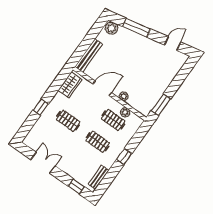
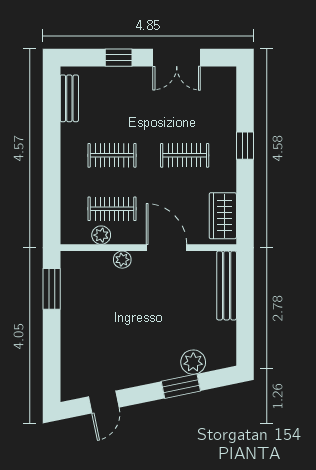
plant: (111, 28) -> (193, 362), moved
window: (136, 28) -> (181, 386), width x0.69
door: (102, 88) -> (166, 248), swing flipped
window: (124, 157) -> (52, 162), removed
window: (76, 187) -> (119, 58), moved

